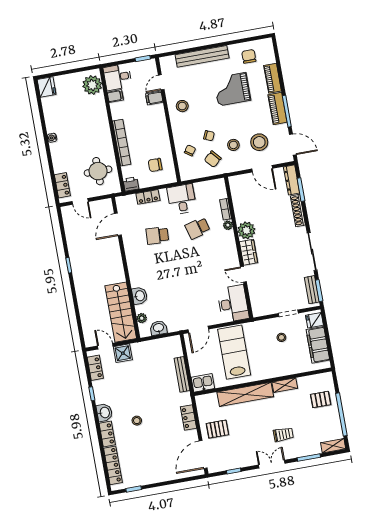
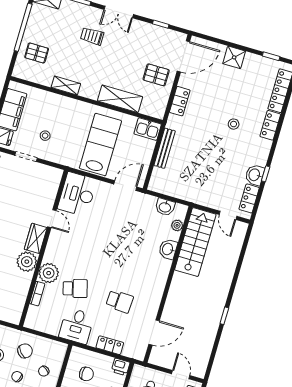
plant: (228, 225) -> (49, 273), width x1.87, depth x1.87
lab bench: (234, 352) -> (100, 145), turned 180
shower: (123, 353) -> (234, 57), moved
shelving: (245, 394) -> (120, 99), width x0.68
washbasin: (104, 413) -> (255, 175), moved

